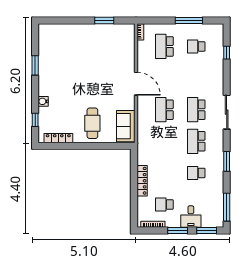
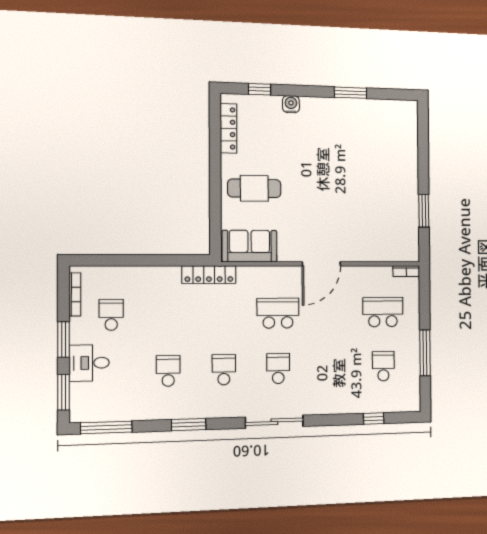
school desk: (196, 110) -> (278, 369), width x0.54
school desk: (196, 141) -> (224, 370), width x0.54
locker: (142, 181) -> (209, 275), moved

